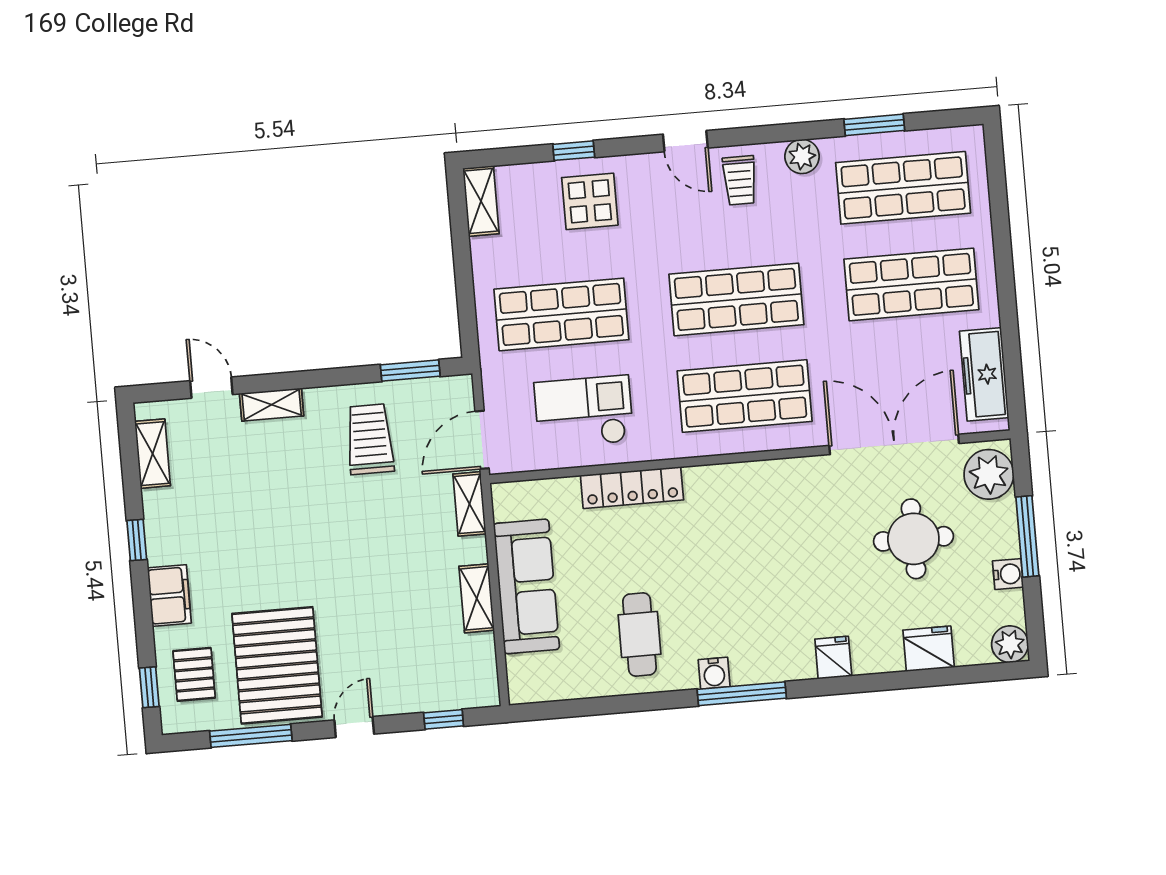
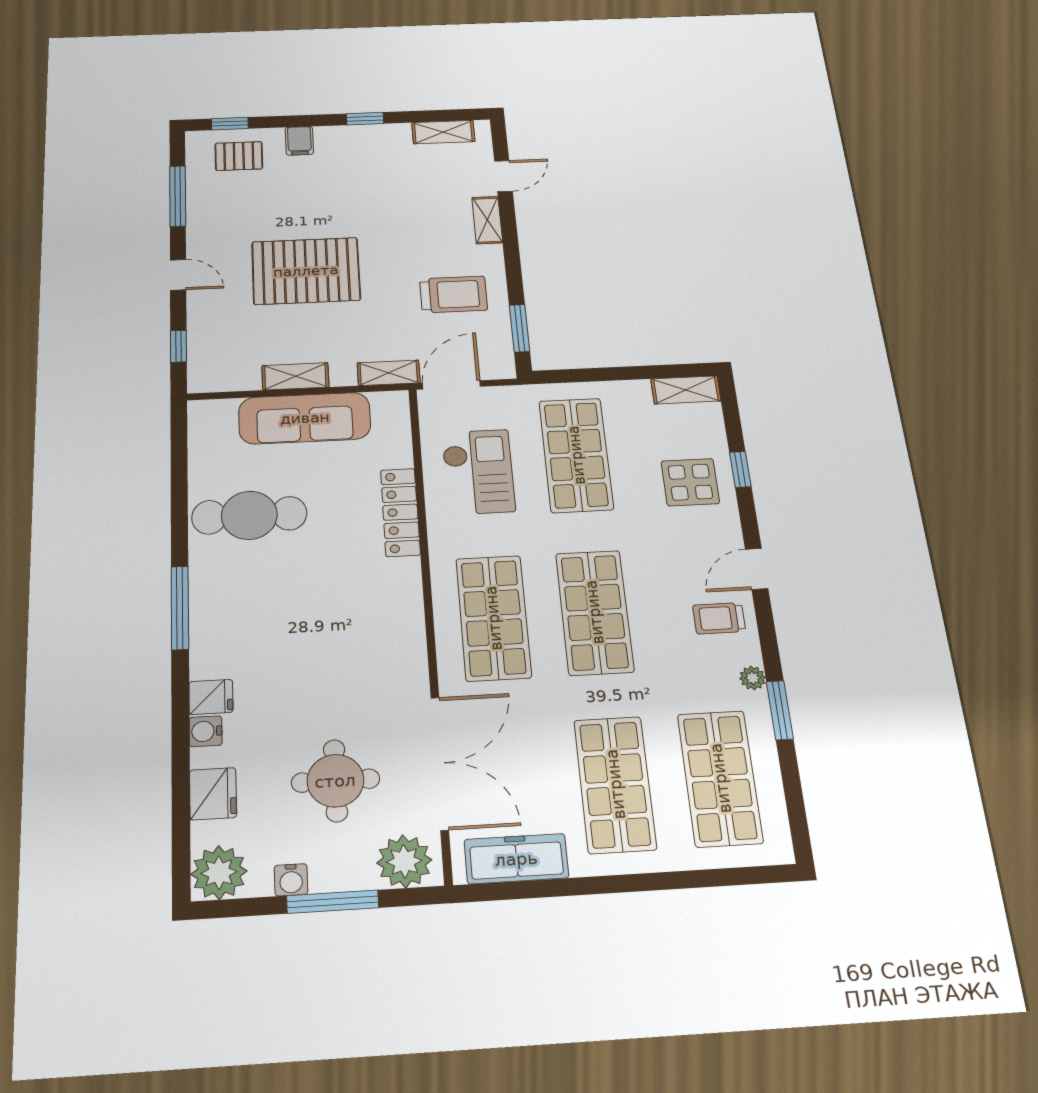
window: (874, 125) -> (780, 710), moved
plant: (802, 156) -> (753, 678), width x0.73, depth x0.73
door: (482, 440) -> (451, 385), hinge flipped
filing cabinet: (169, 595) -> (299, 141), width x0.50
cafe table: (639, 635) -> (249, 515), width x1.37, depth x1.35
plant: (1010, 644) -> (219, 873), width x1.36, depth x1.36
pallet: (277, 665) -> (306, 271), moved
water cooler: (714, 673) -> (206, 731), moved

